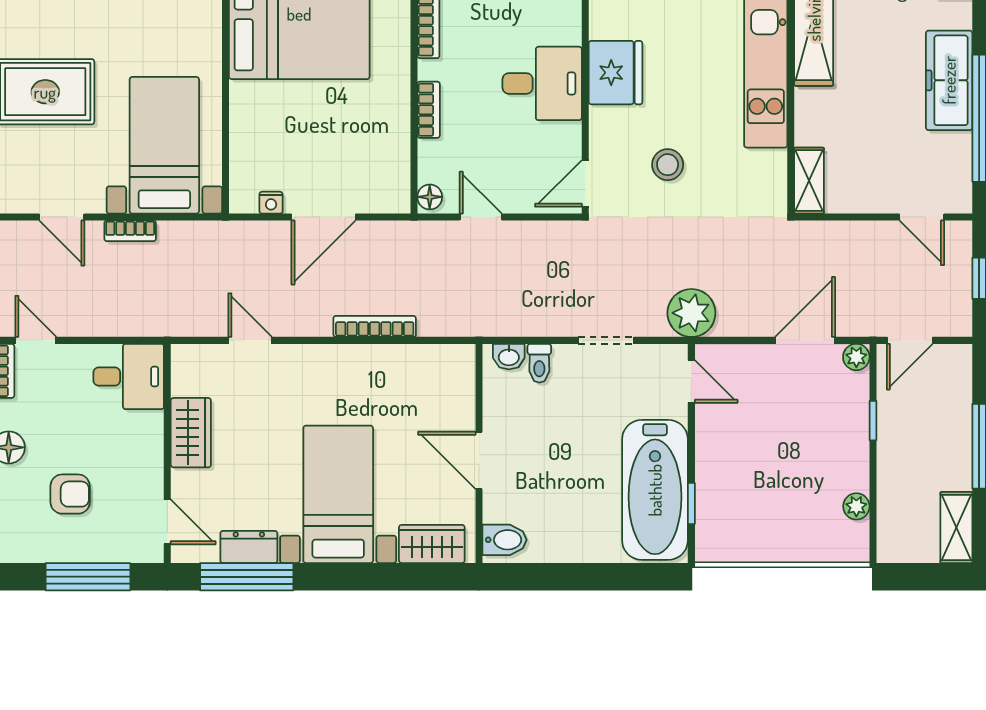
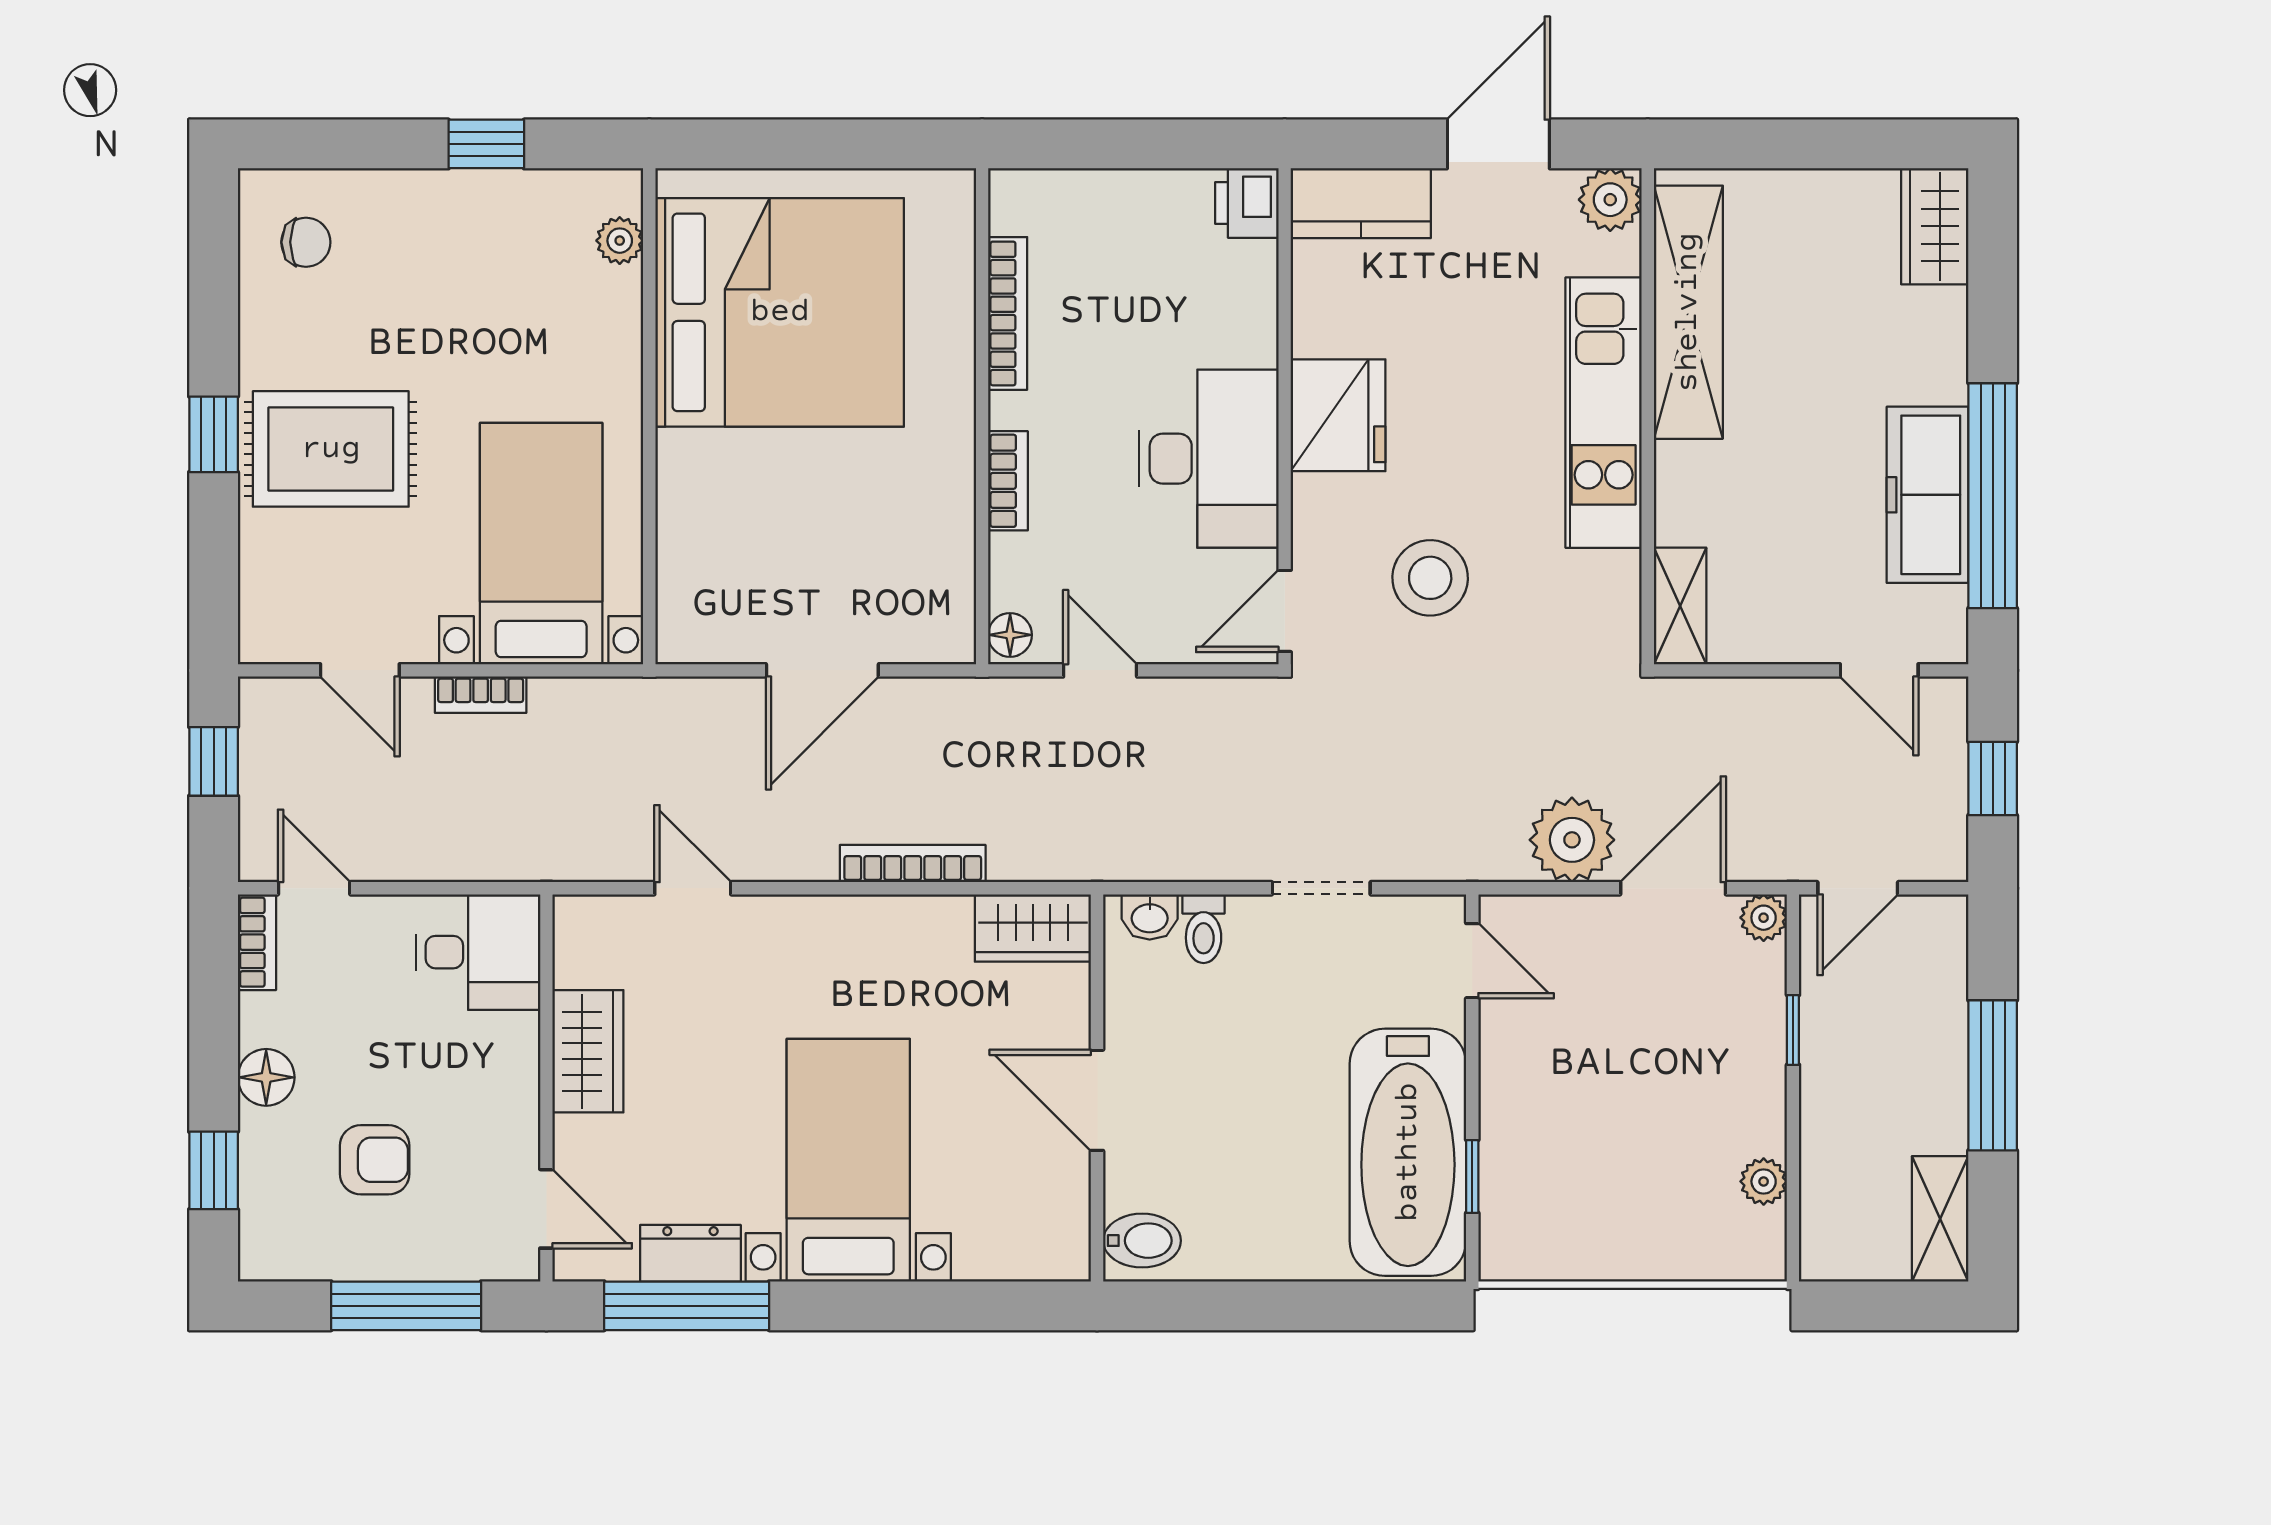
freezer: (949, 80) -> (1928, 495), moved
desk: (542, 83) -> (1209, 459), width x1.37
stool: (668, 165) -> (1430, 578), width x1.38, depth x1.38
nightstand: (271, 203) -> (730, 645), removed
plant: (691, 313) -> (1572, 840), moved
wardrobe: (432, 544) -> (1033, 928), moved, turned 180

